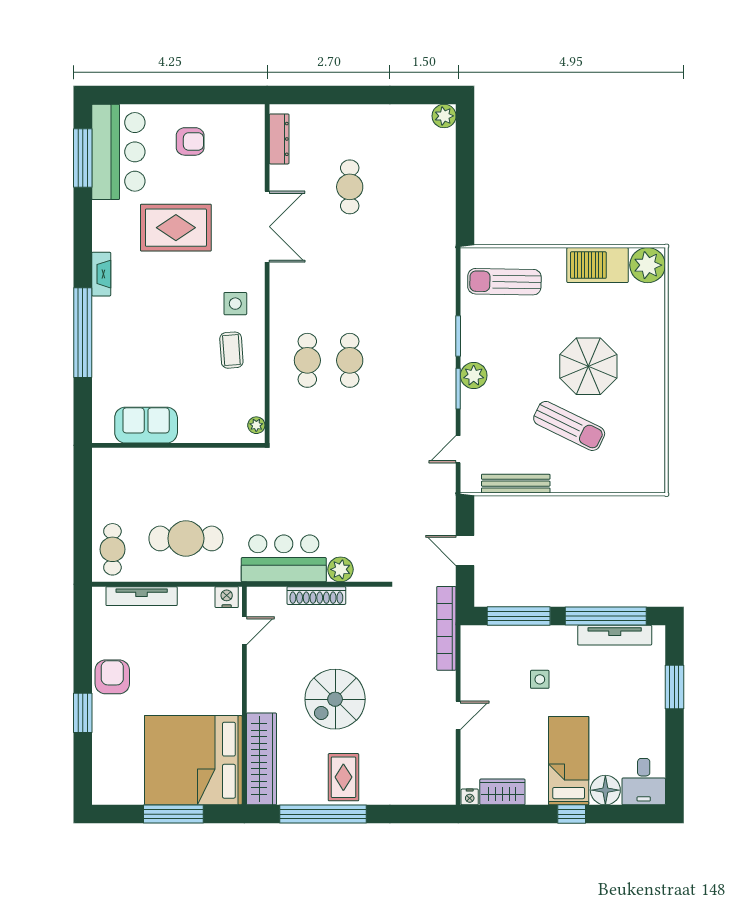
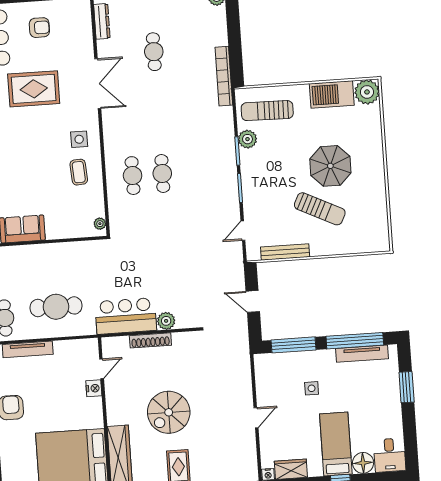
plant: (474, 376) -> (247, 139), moved
nightstand: (227, 597) -> (94, 388), moved, turned 90
bookcase: (446, 628) -> (224, 76), moved

